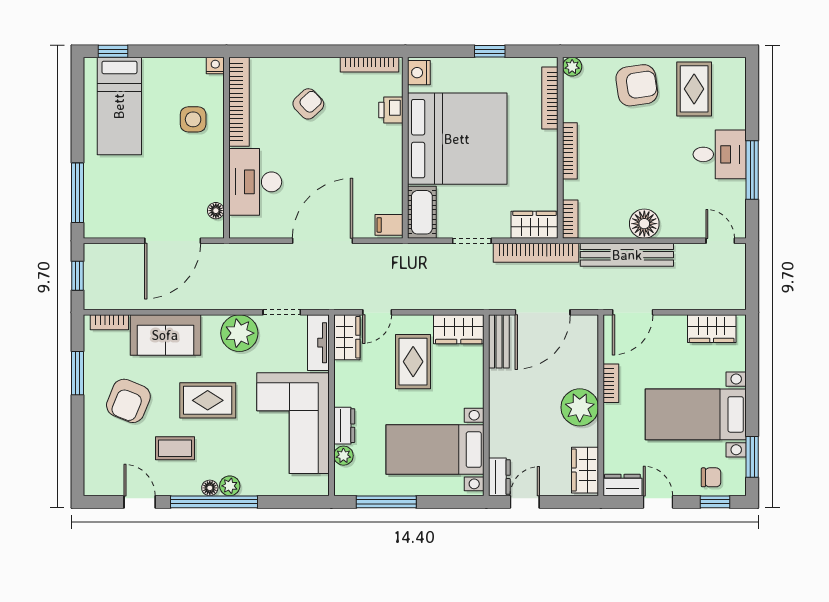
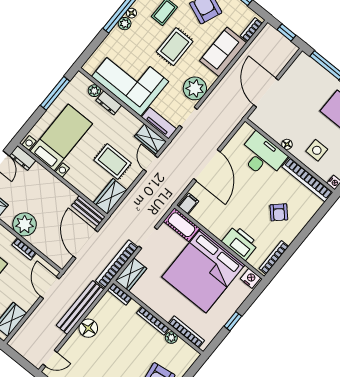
plant: (572, 67) -> (171, 338), moved
printer: (391, 110) -> (240, 243), width x1.87, depth x1.48
floor lamp: (216, 211) -> (287, 144), moved

